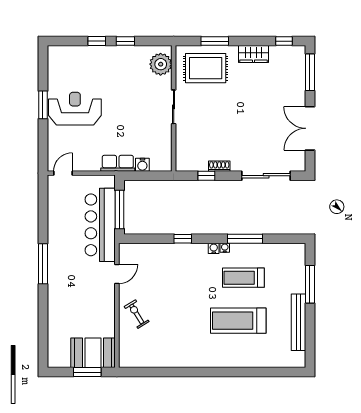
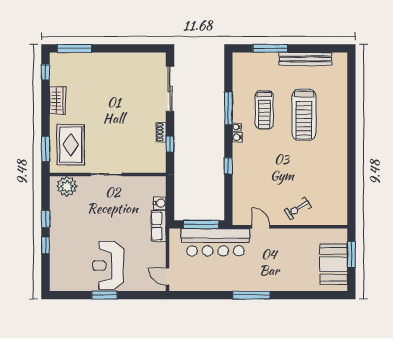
window: (215, 41) -> (46, 149), moved
double door: (310, 128) -> (126, 48), removed
booth: (93, 353) -> (334, 264), moved

